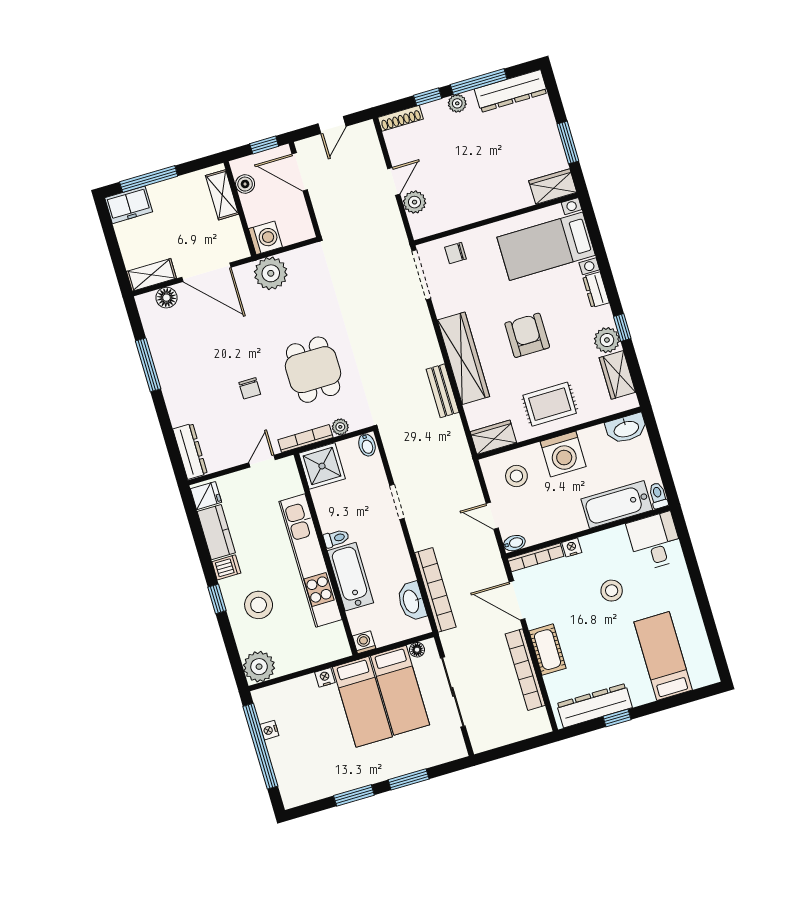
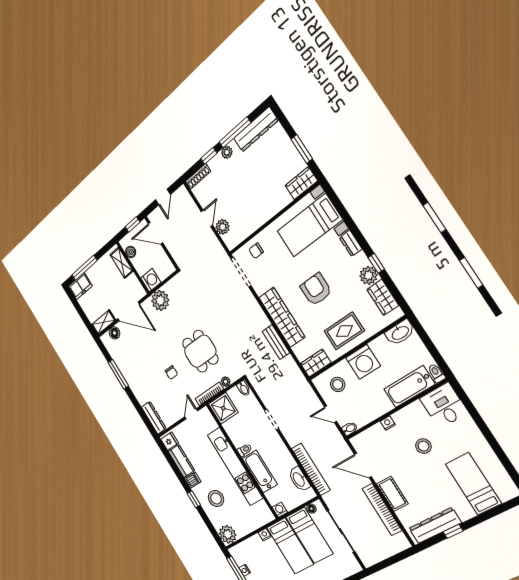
bookcase: (536, 557) -> (366, 435), removed

